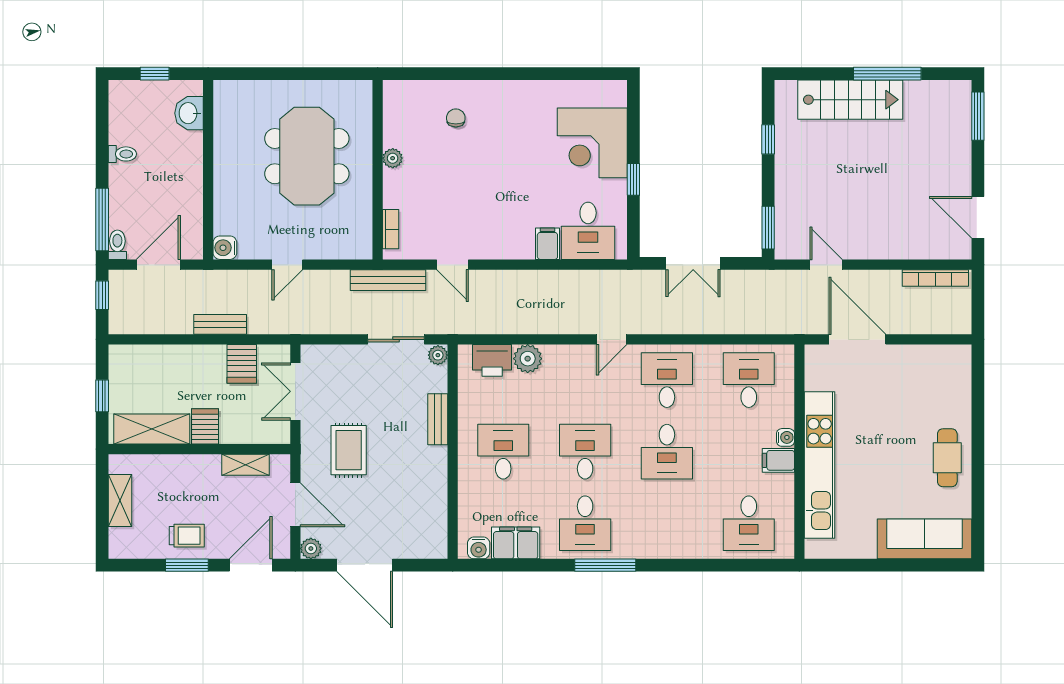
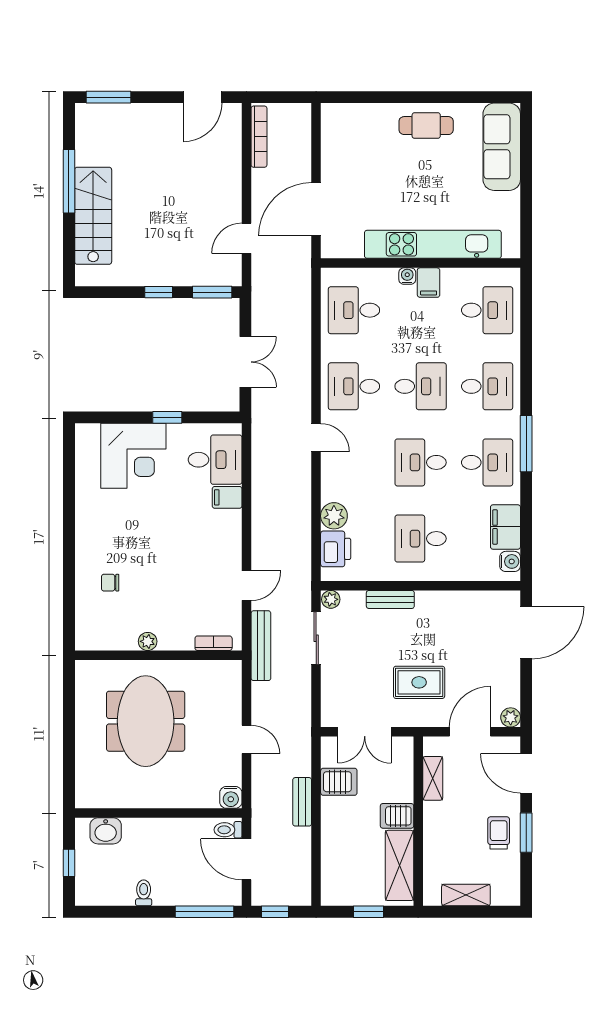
window: (768, 139) -> (159, 292), moved
meeting table: (307, 156) -> (146, 721), turned 90
toilet: (117, 245) -> (228, 830), moved
desk: (667, 523) -> (487, 386), added
door: (365, 565) -> (526, 633), moved

